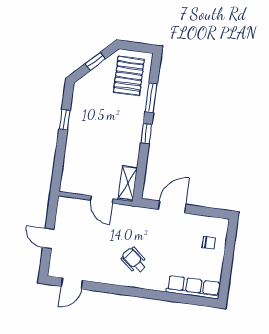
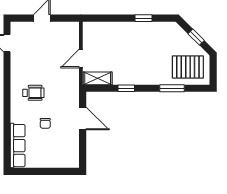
window: (146, 134) -> (126, 88), moved
chair: (209, 243) -> (45, 123), moved
wheelchair: (134, 260) -> (33, 93), turned 51

